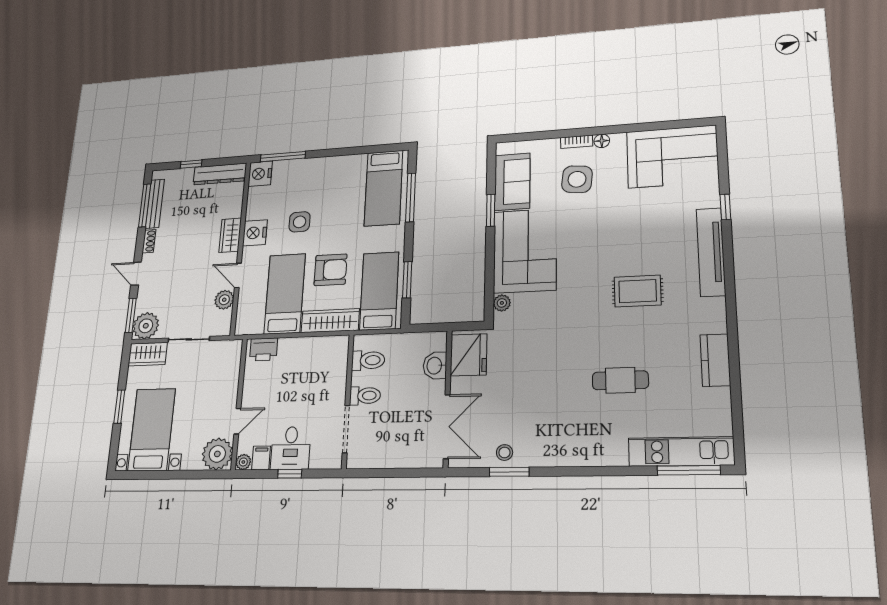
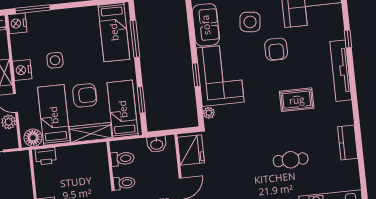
window: (491, 210) -> (196, 75), moved
armchair: (612, 218) -> (276, 49), added
floor lamp: (252, 323) -> (33, 138), added
washbasin: (435, 366) -> (157, 144), moved, turned -90

